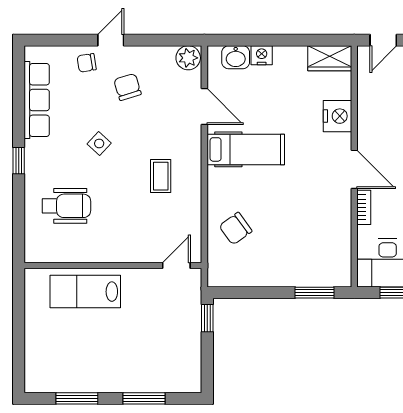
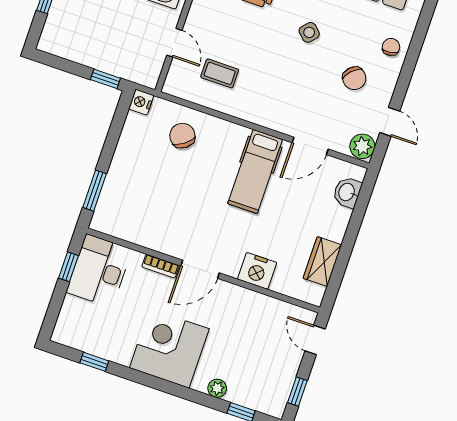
door: (111, 40) -> (390, 122), moved
nightstand: (262, 55) -> (141, 102), moved, turned 180
wardrobe: (330, 58) -> (322, 262), moved
chair: (127, 87) -> (354, 78), turned 62
coffee table: (161, 176) -> (220, 73), moved
door: (176, 266) -> (174, 43), moved

